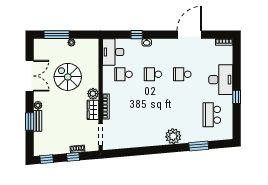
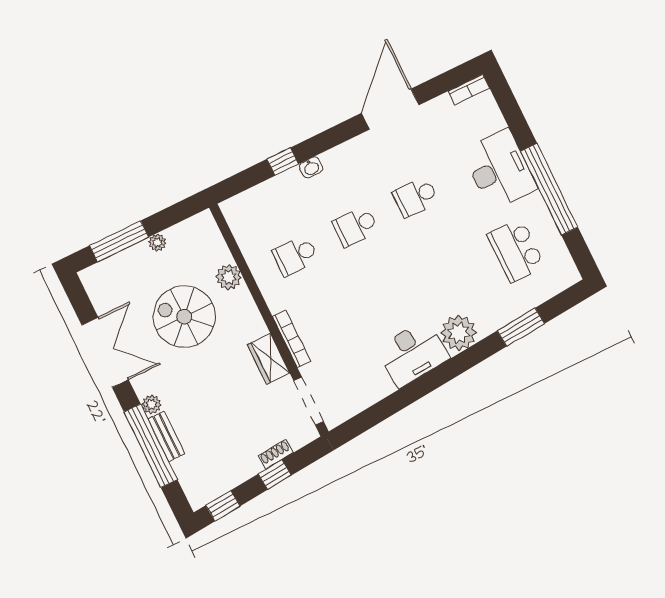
desk: (113, 52) -> (413, 353), moved, turned -95
plant: (93, 94) -> (229, 277), moved
window: (237, 97) -> (549, 189), width x3.17
window: (30, 122) -> (151, 446), width x2.11

